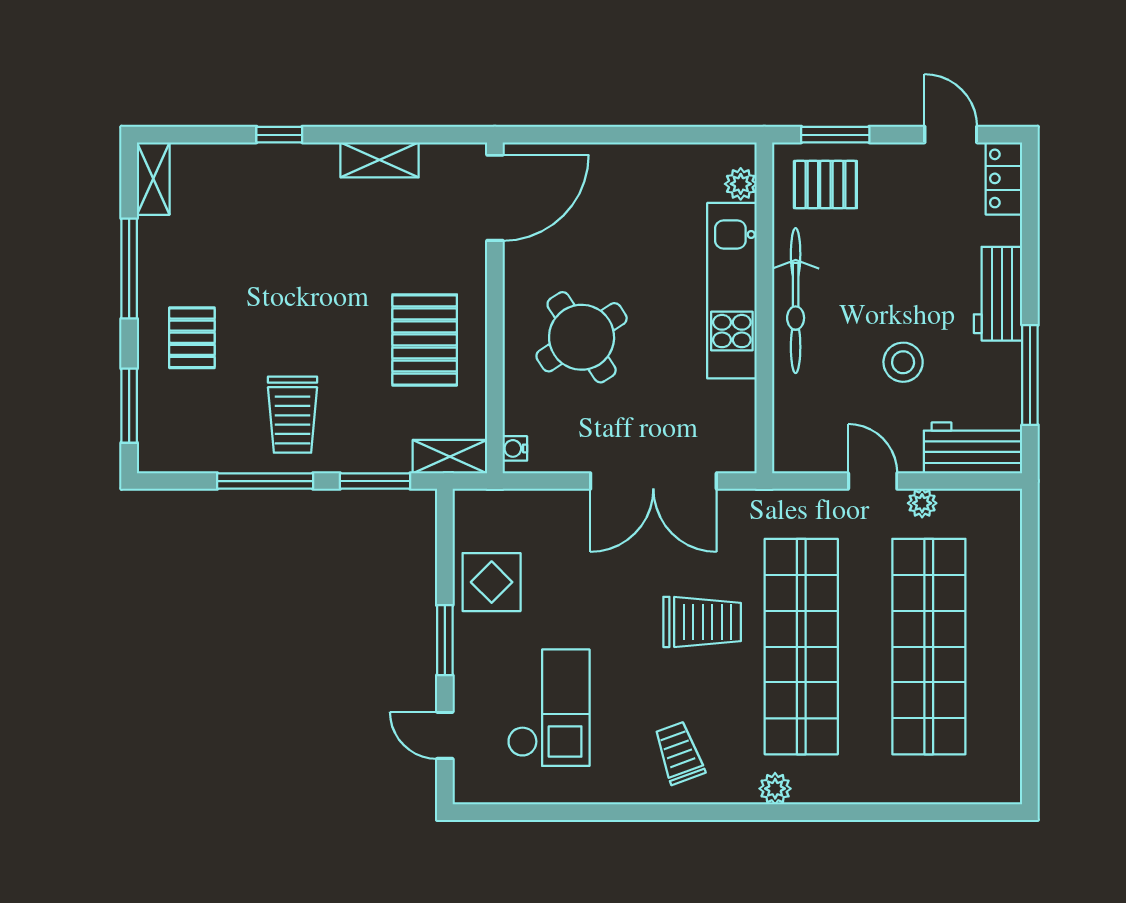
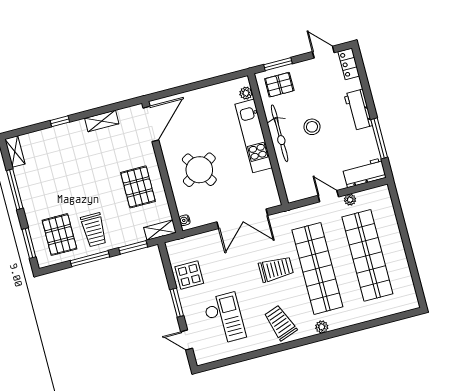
pallet: (192, 338) -> (59, 235), moved, width x1.50, depth x1.42
stool: (903, 362) -> (312, 127), moved
trolley: (679, 753) -> (280, 323), width x1.36, depth x1.39

